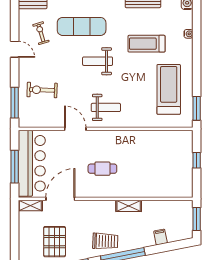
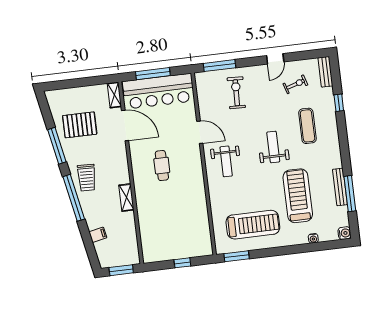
exercise mat: (82, 26) -> (307, 126), width x0.73, depth x0.69
treadmill: (147, 44) -> (298, 196), width x1.37, depth x1.38
door: (75, 129) -> (200, 132), hinge flipped

